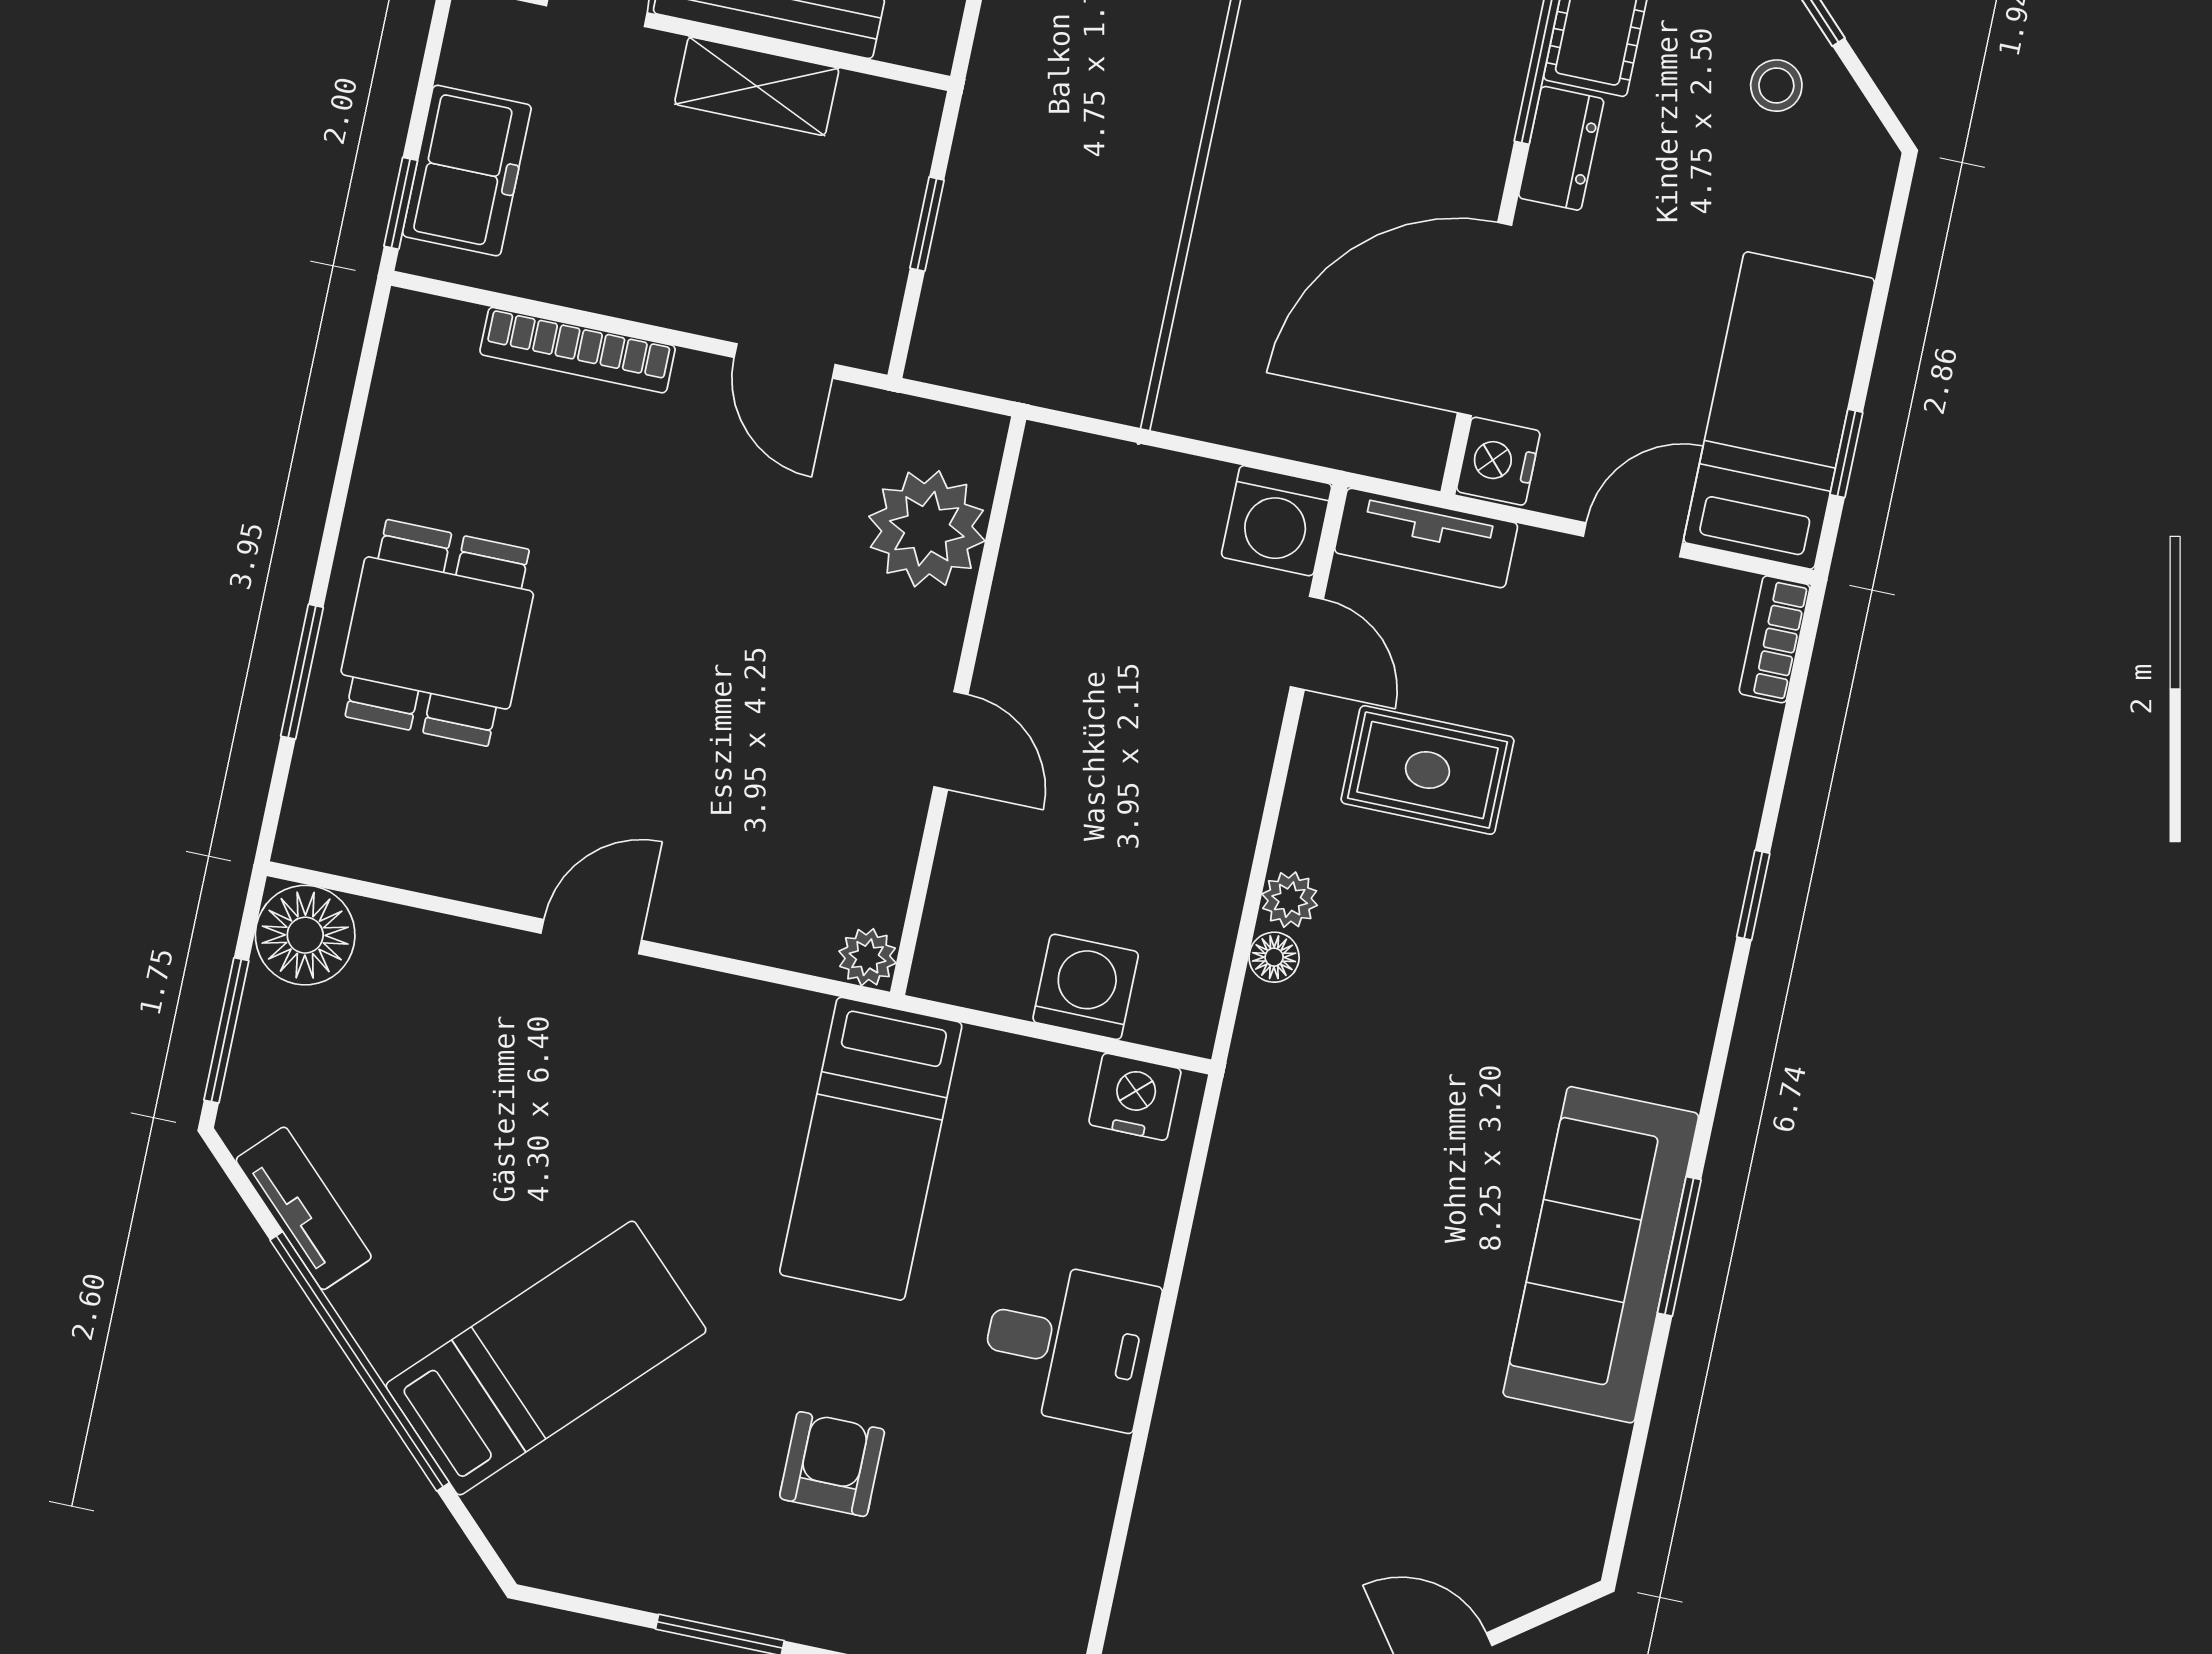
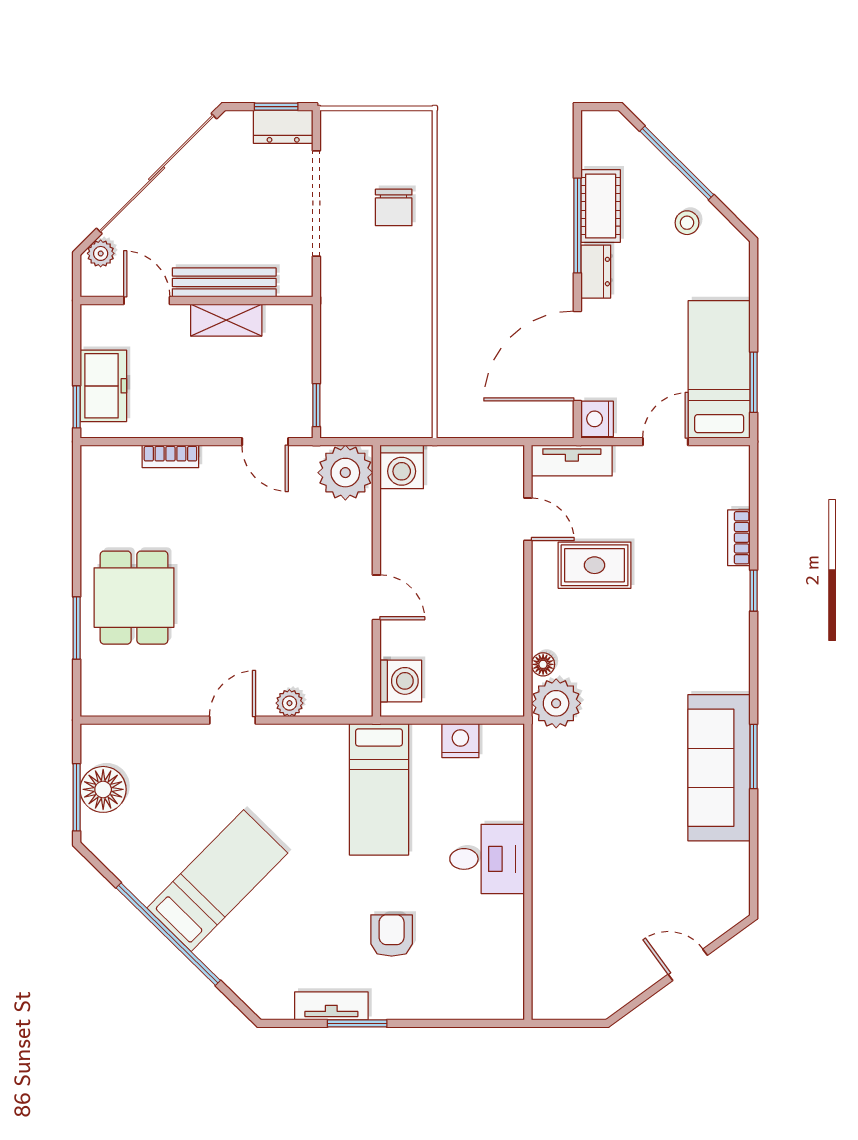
window: (927, 224) -> (316, 405), moved
bookcase: (578, 350) -> (170, 456), width x0.64
window: (1846, 453) -> (754, 382), width x1.50
washing machine: (1277, 521) -> (402, 467), moved
plant: (927, 529) -> (345, 473), moved
bookcase: (1775, 639) -> (739, 538), moved
plant: (1290, 900) -> (556, 703), moved, width x1.87, depth x1.87
floor lamp: (305, 935) -> (103, 789), moved
plant: (867, 957) -> (289, 703), moved
washing machine: (1086, 987) -> (401, 681), moved, turned 90
nightstand: (1135, 1097) -> (460, 741), moved
tv unit: (304, 1208) -> (331, 1006), moved, turned -45
bed: (546, 1358) -> (217, 881), moved

